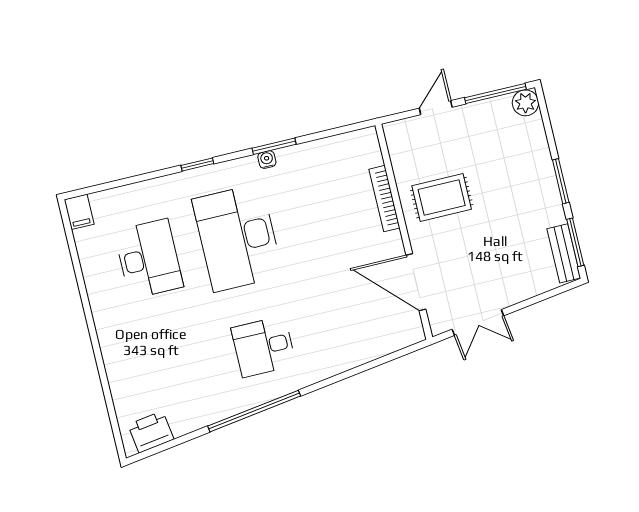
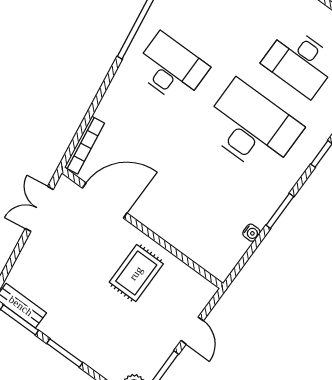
water cooler: (267, 160) -> (251, 233), moved
bookcase: (384, 199) -> (85, 145), moved, turned 82
desk: (264, 347) -> (171, 69), width x1.37

